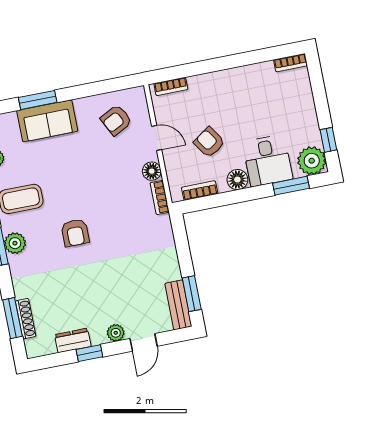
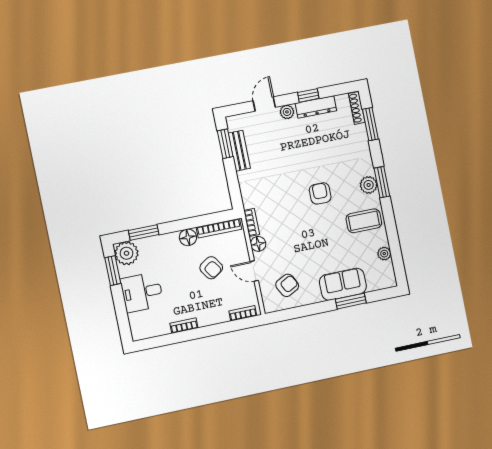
bookcase: (291, 63) -> (184, 326), moved
window: (328, 140) -> (113, 271), width x1.50
desk: (268, 160) -> (142, 292), moved, turned -90
bookcase: (200, 190) -> (219, 228), width x1.56
bench: (178, 305) -> (239, 151), moved
shoe rack: (26, 319) -> (357, 108), moved
dresser: (73, 340) -> (316, 107), width x1.44

